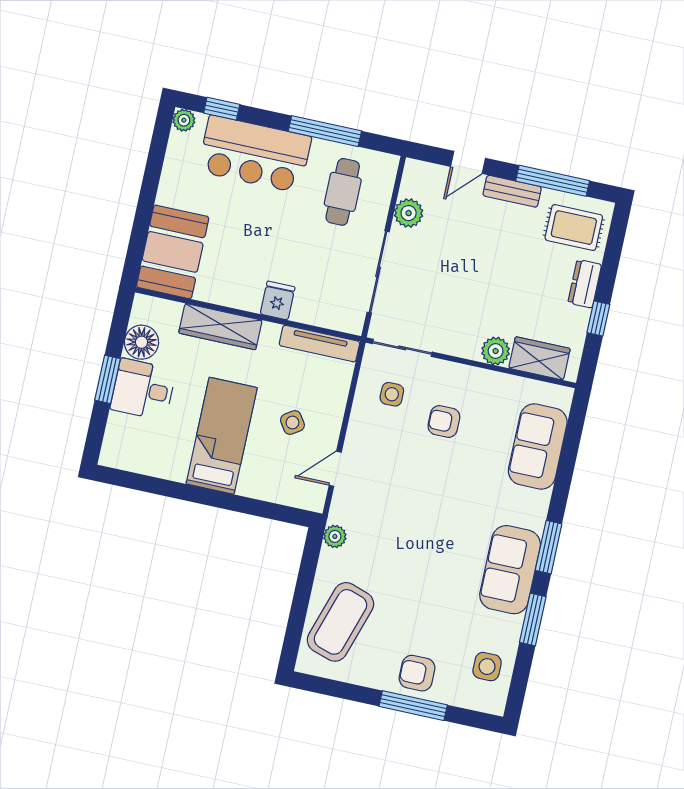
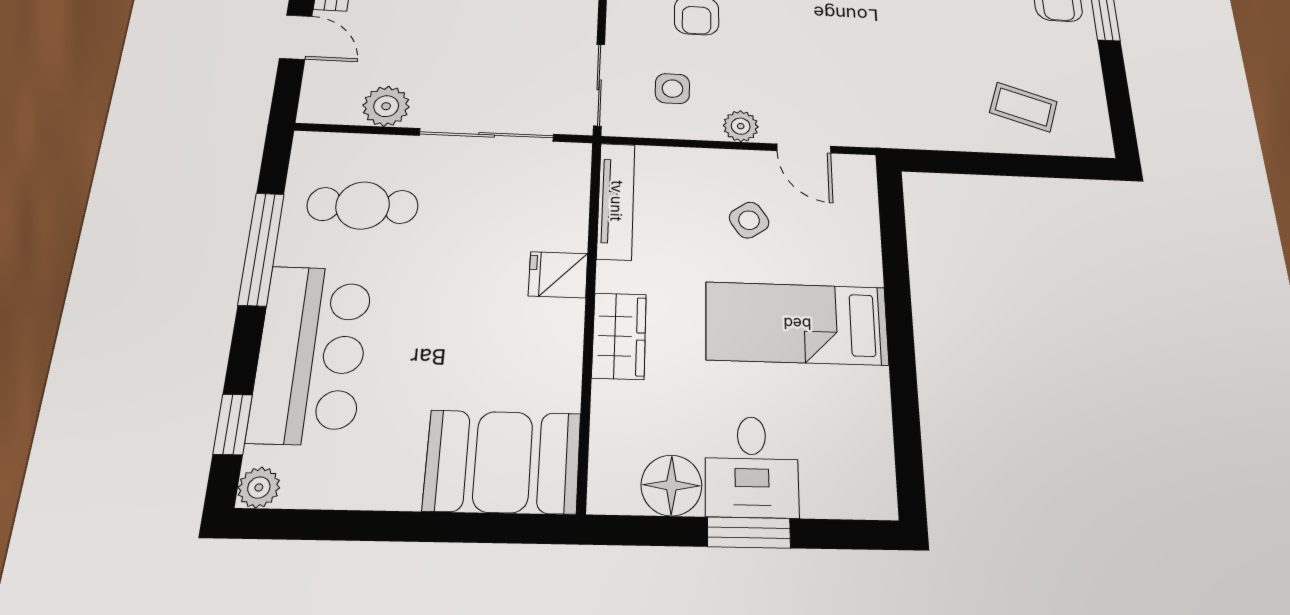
wardrobe: (220, 327) -> (619, 336), width x0.67
plant: (335, 536) -> (741, 126), moved
coffee table: (340, 622) -> (1023, 107), width x0.54, depth x0.58

